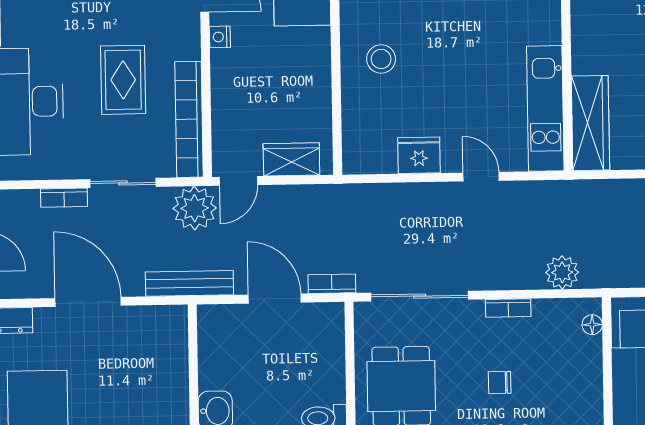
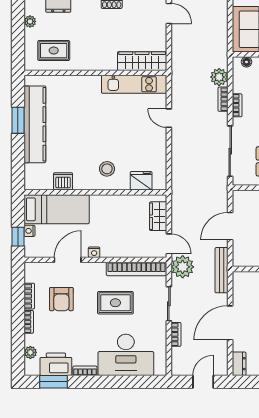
fridge: (419, 155) -> (141, 181), moved, turned 90
door: (481, 177) -> (169, 118), hinge flipped
bookcase: (332, 284) -> (223, 99), moved

